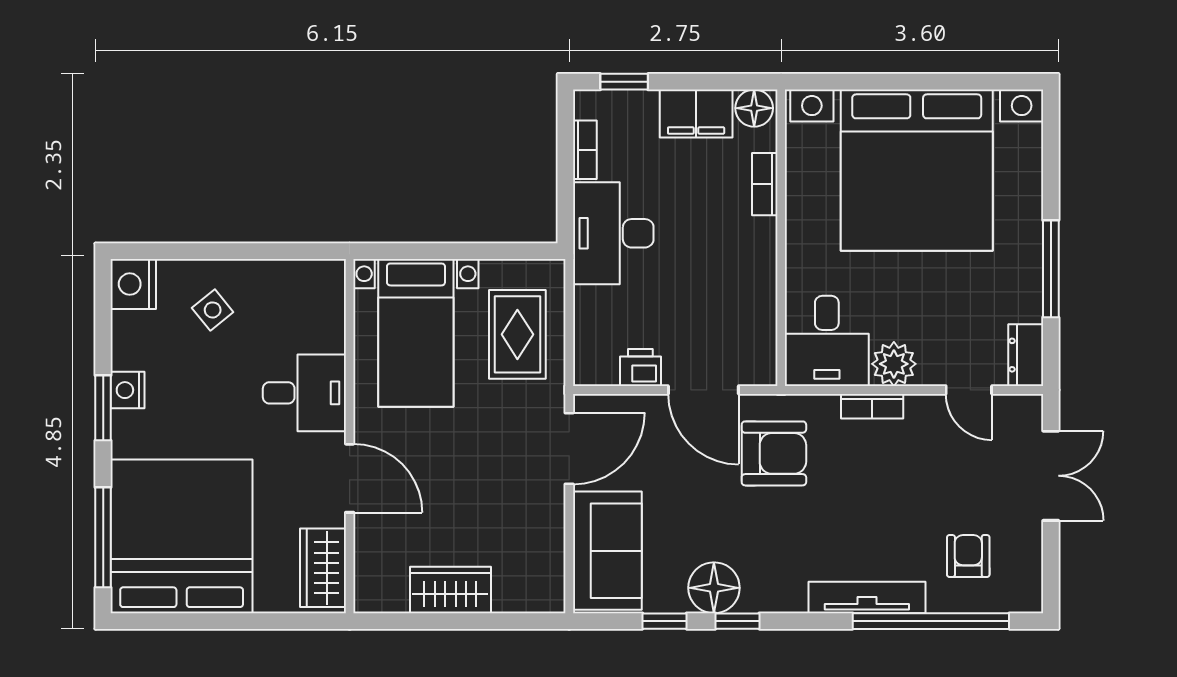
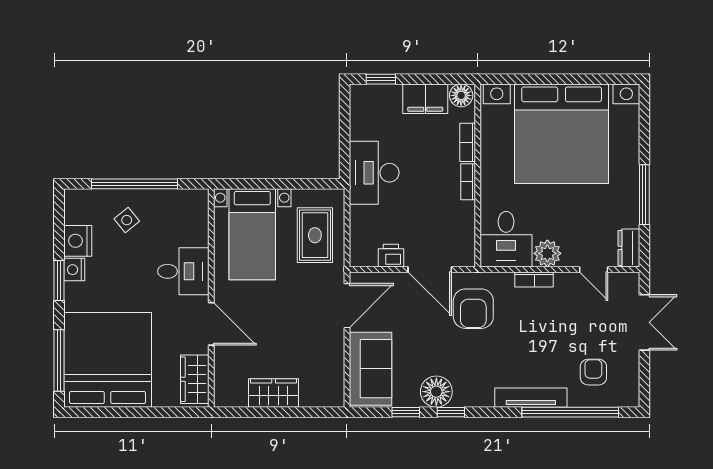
bookcase: (585, 150) -> (468, 182), moved, turned 180
window: (225, 251) -> (135, 184), added
nightstand: (133, 284) -> (78, 241), moved
armchair: (774, 453) -> (473, 309), turned 90

